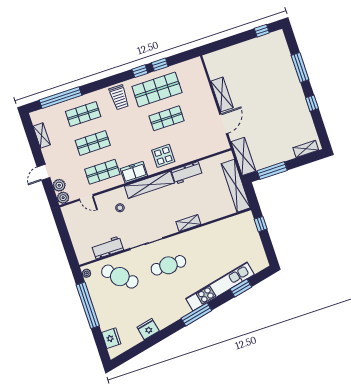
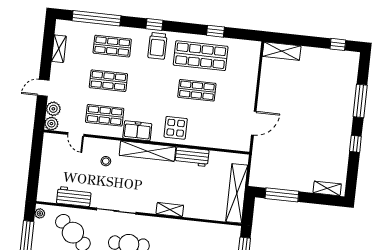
window: (140, 71) -> (154, 25), moved
shelving: (222, 94) -> (282, 51), moved, turned 90
shelving: (243, 156) -> (259, 166), removed

